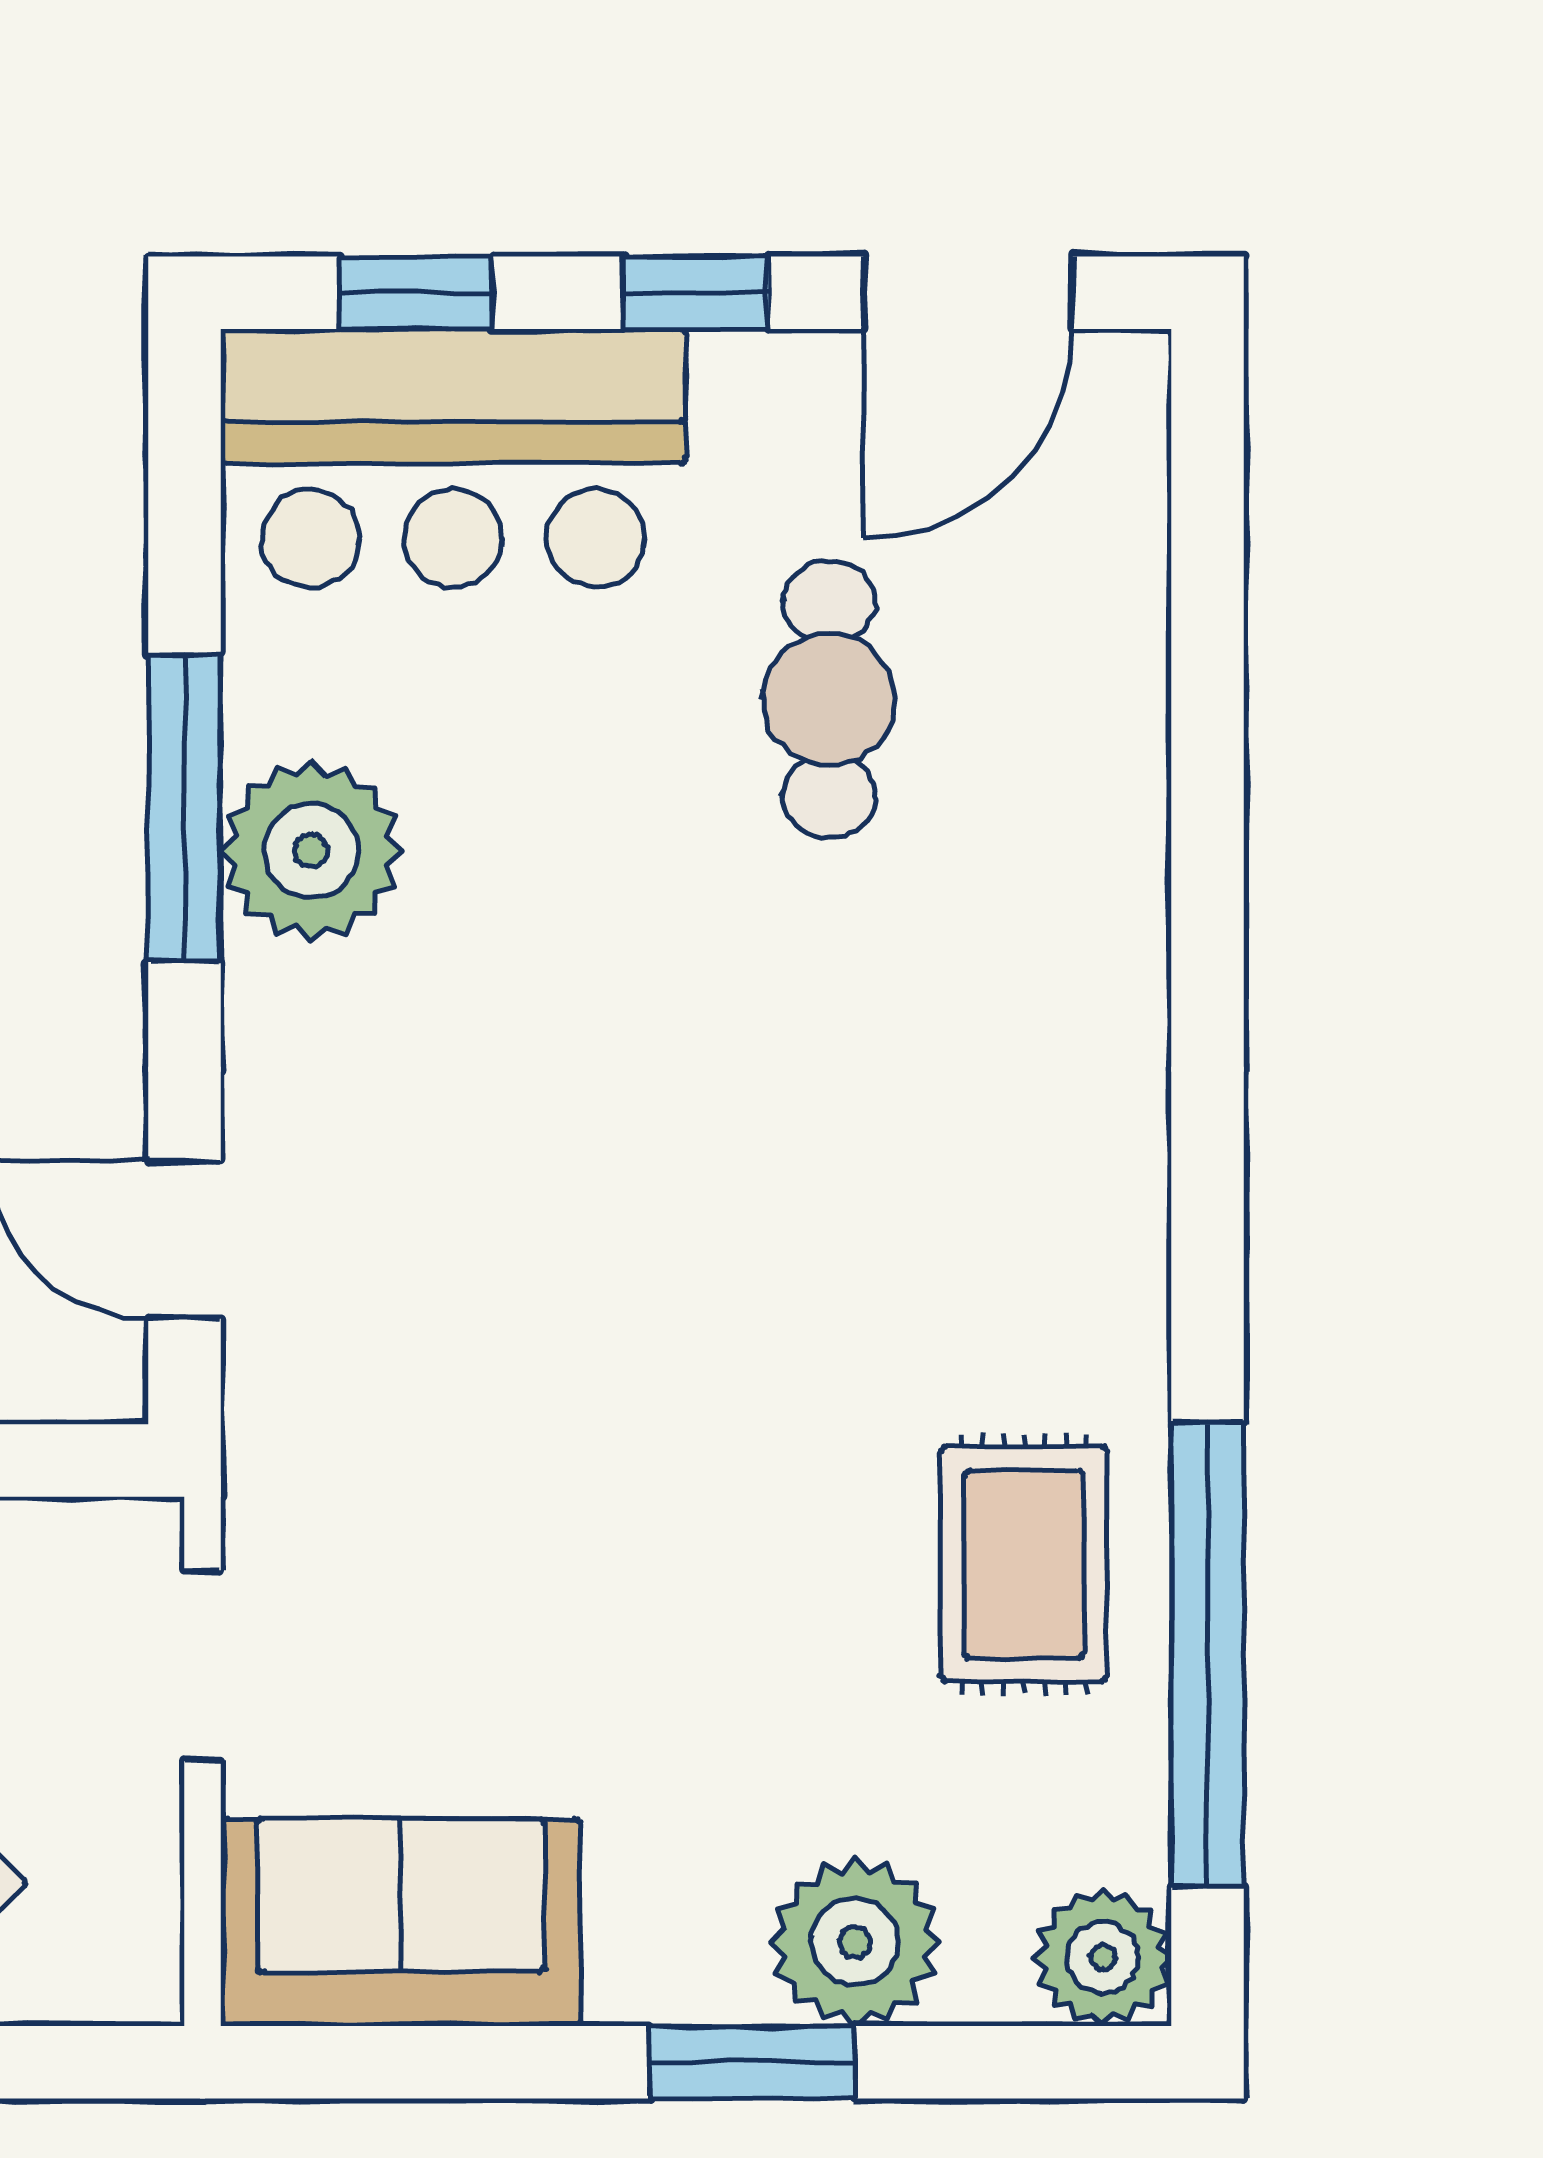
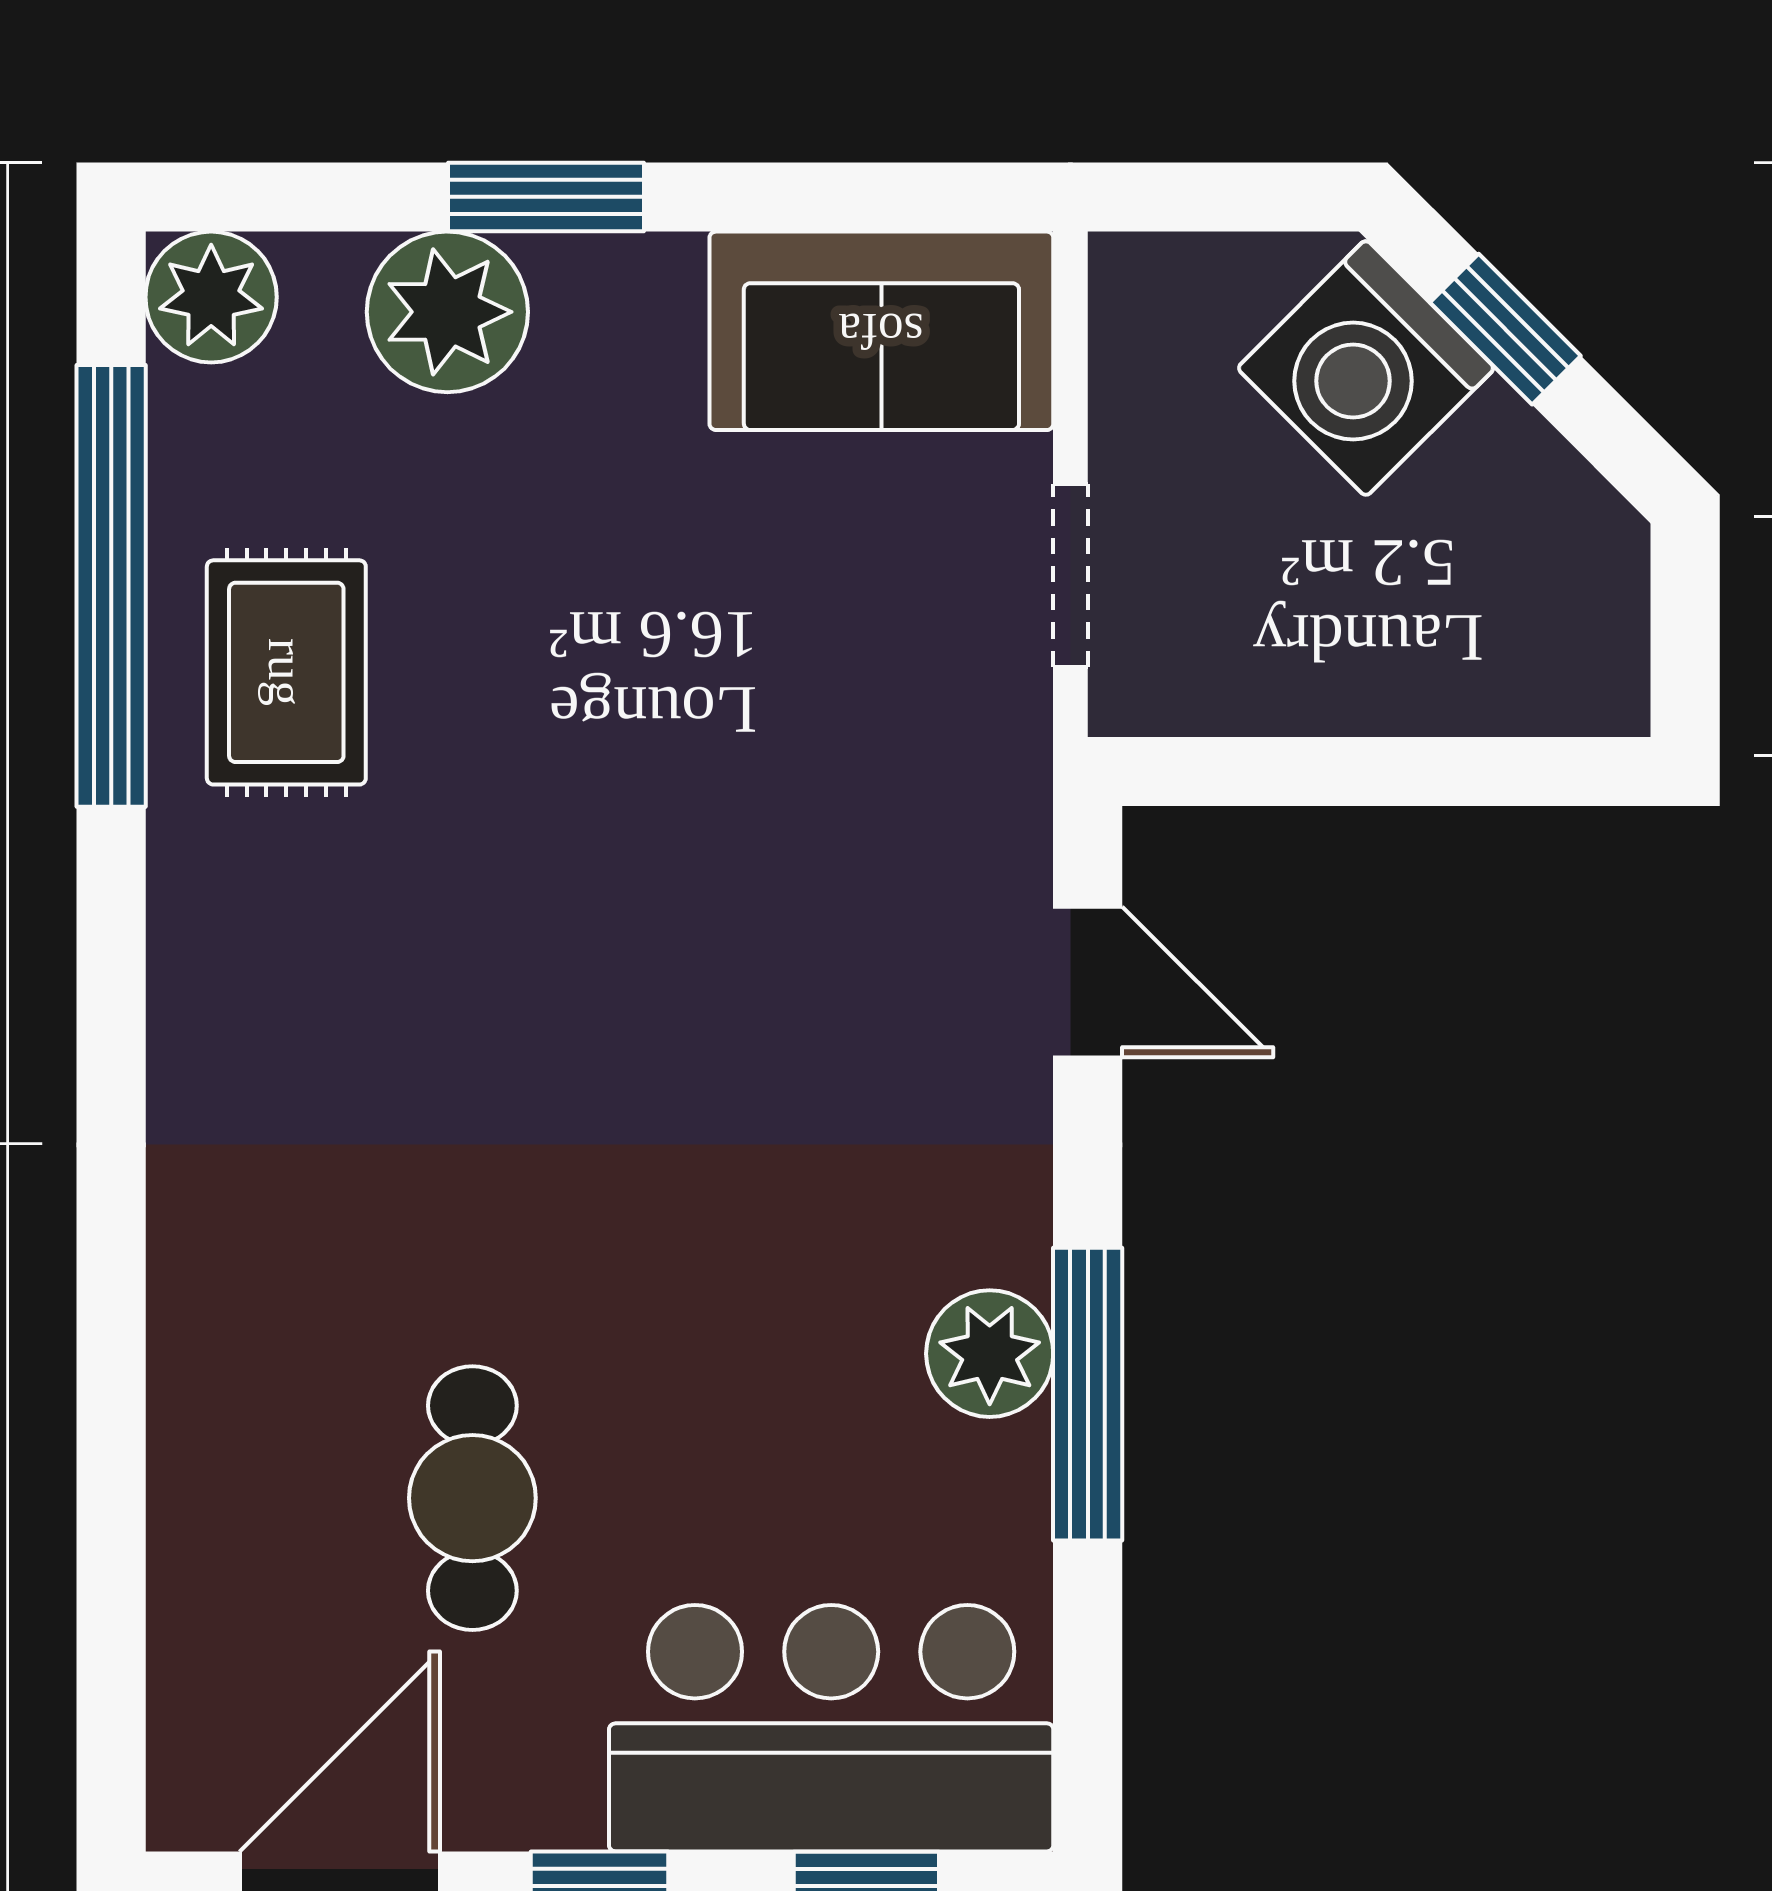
plant: (311, 851) -> (990, 1354), width x0.73, depth x0.73

